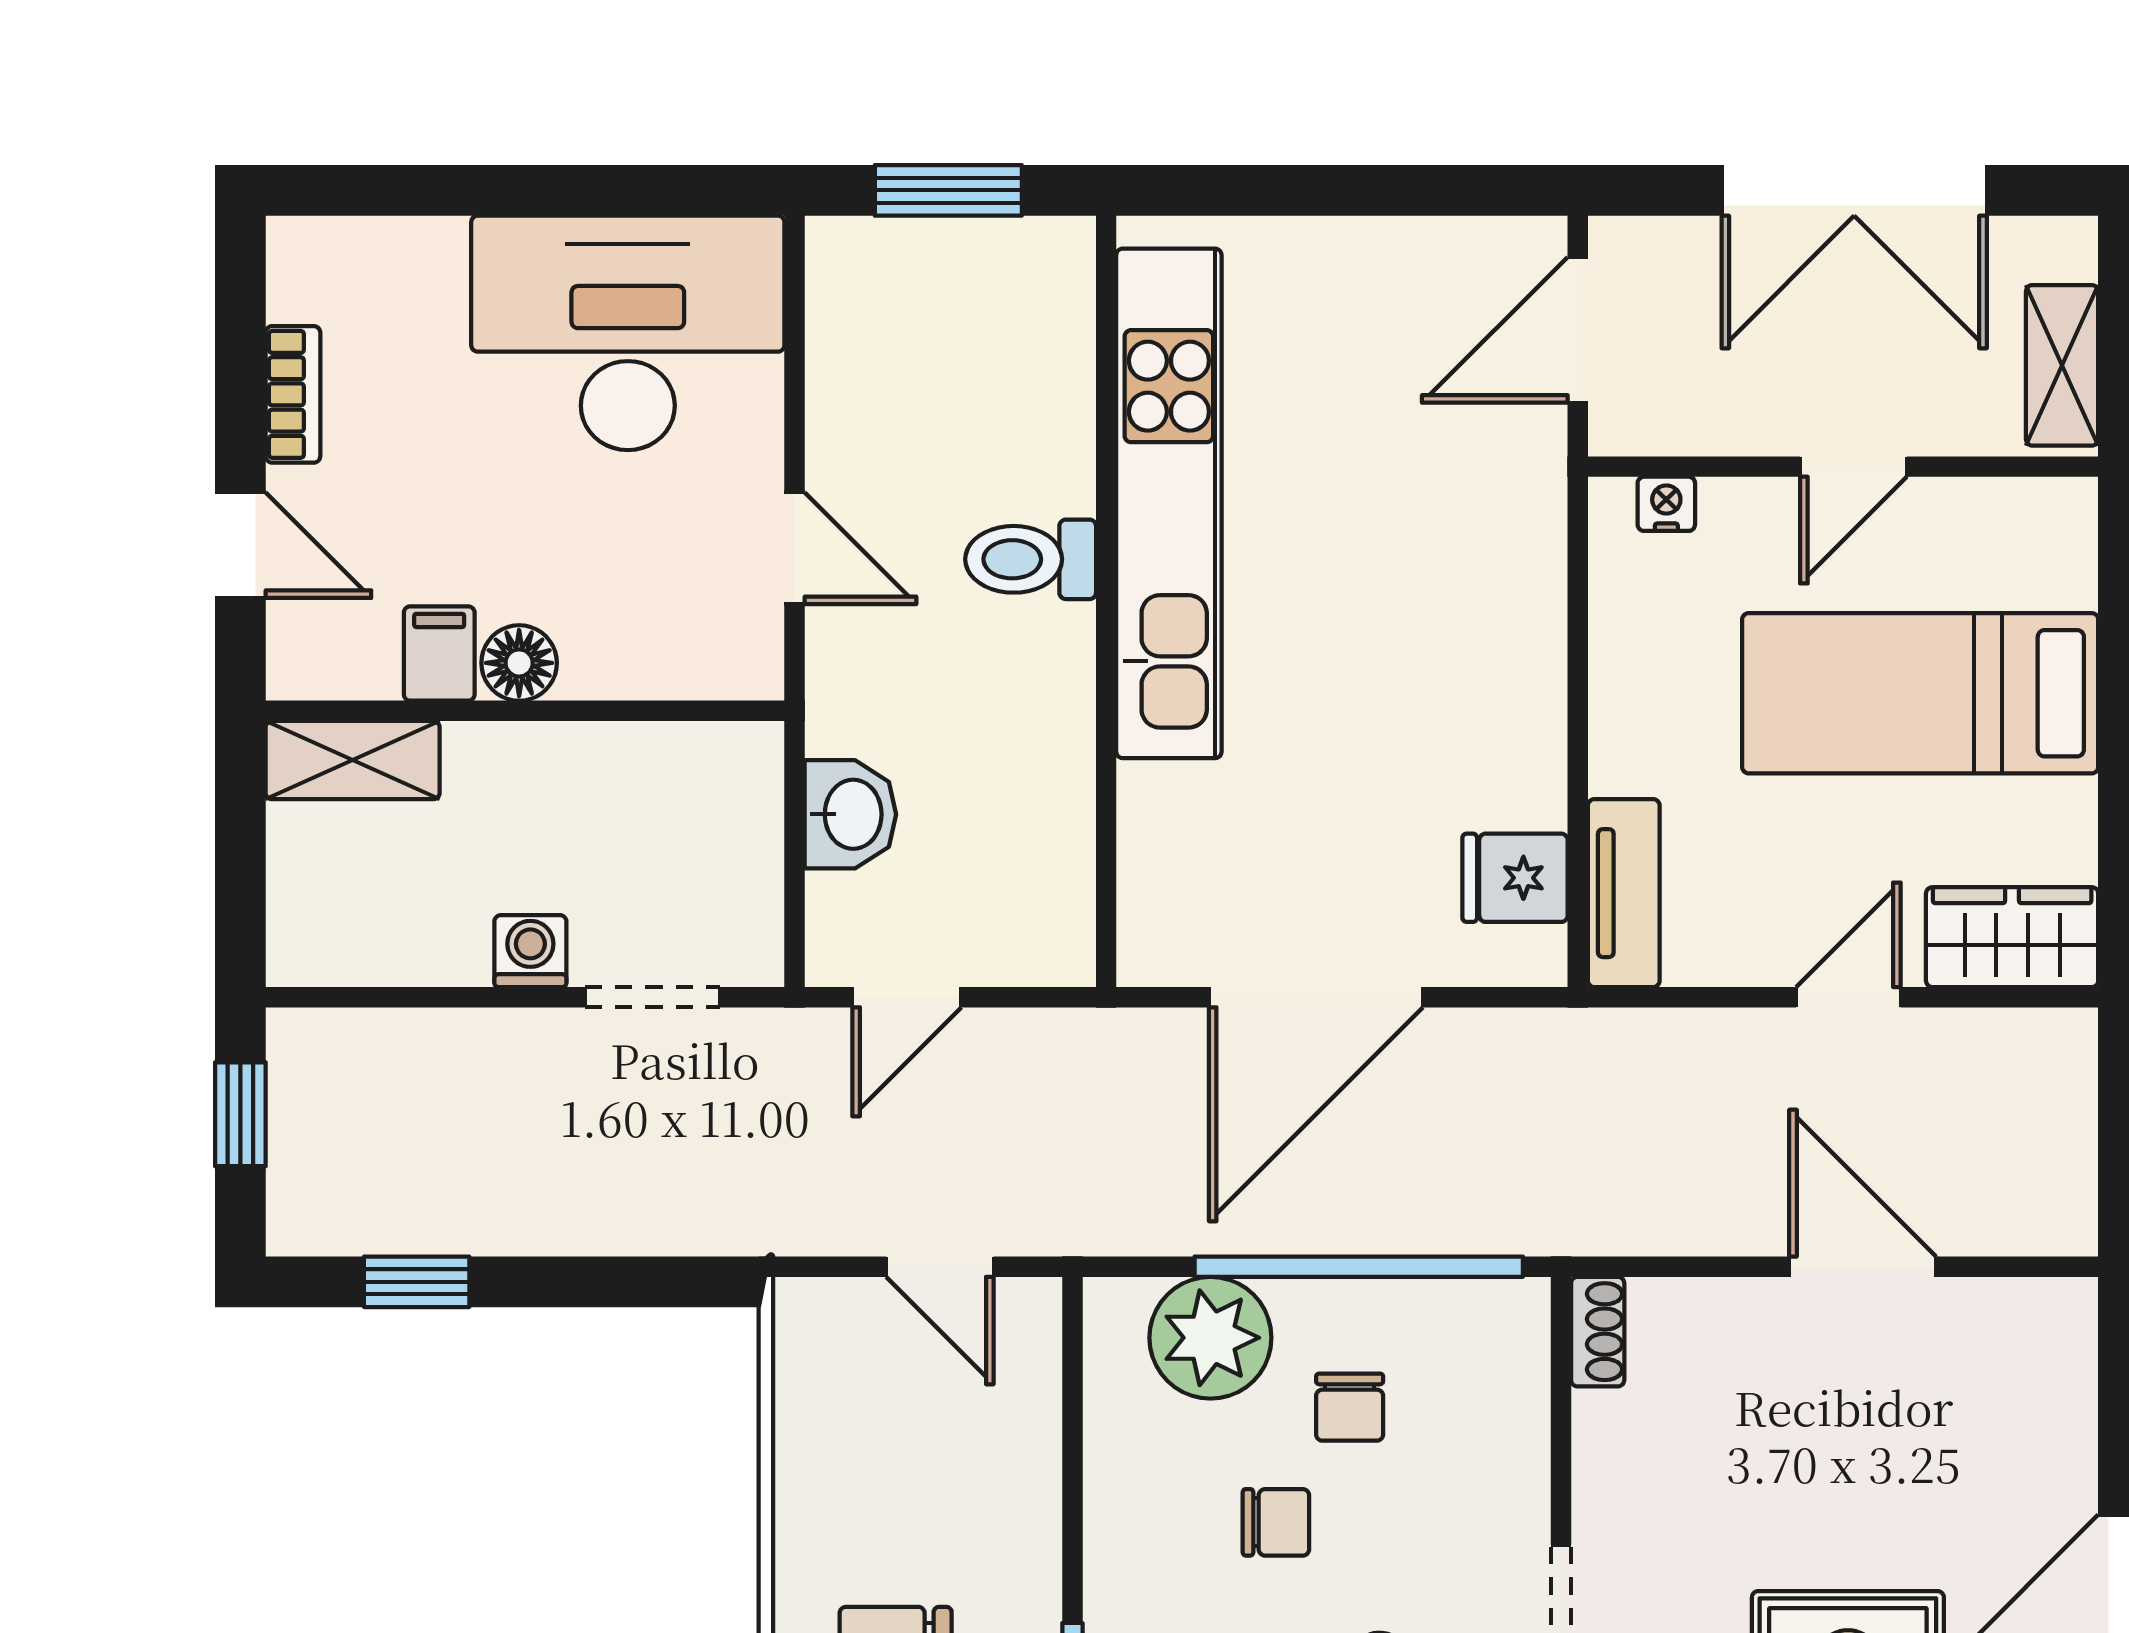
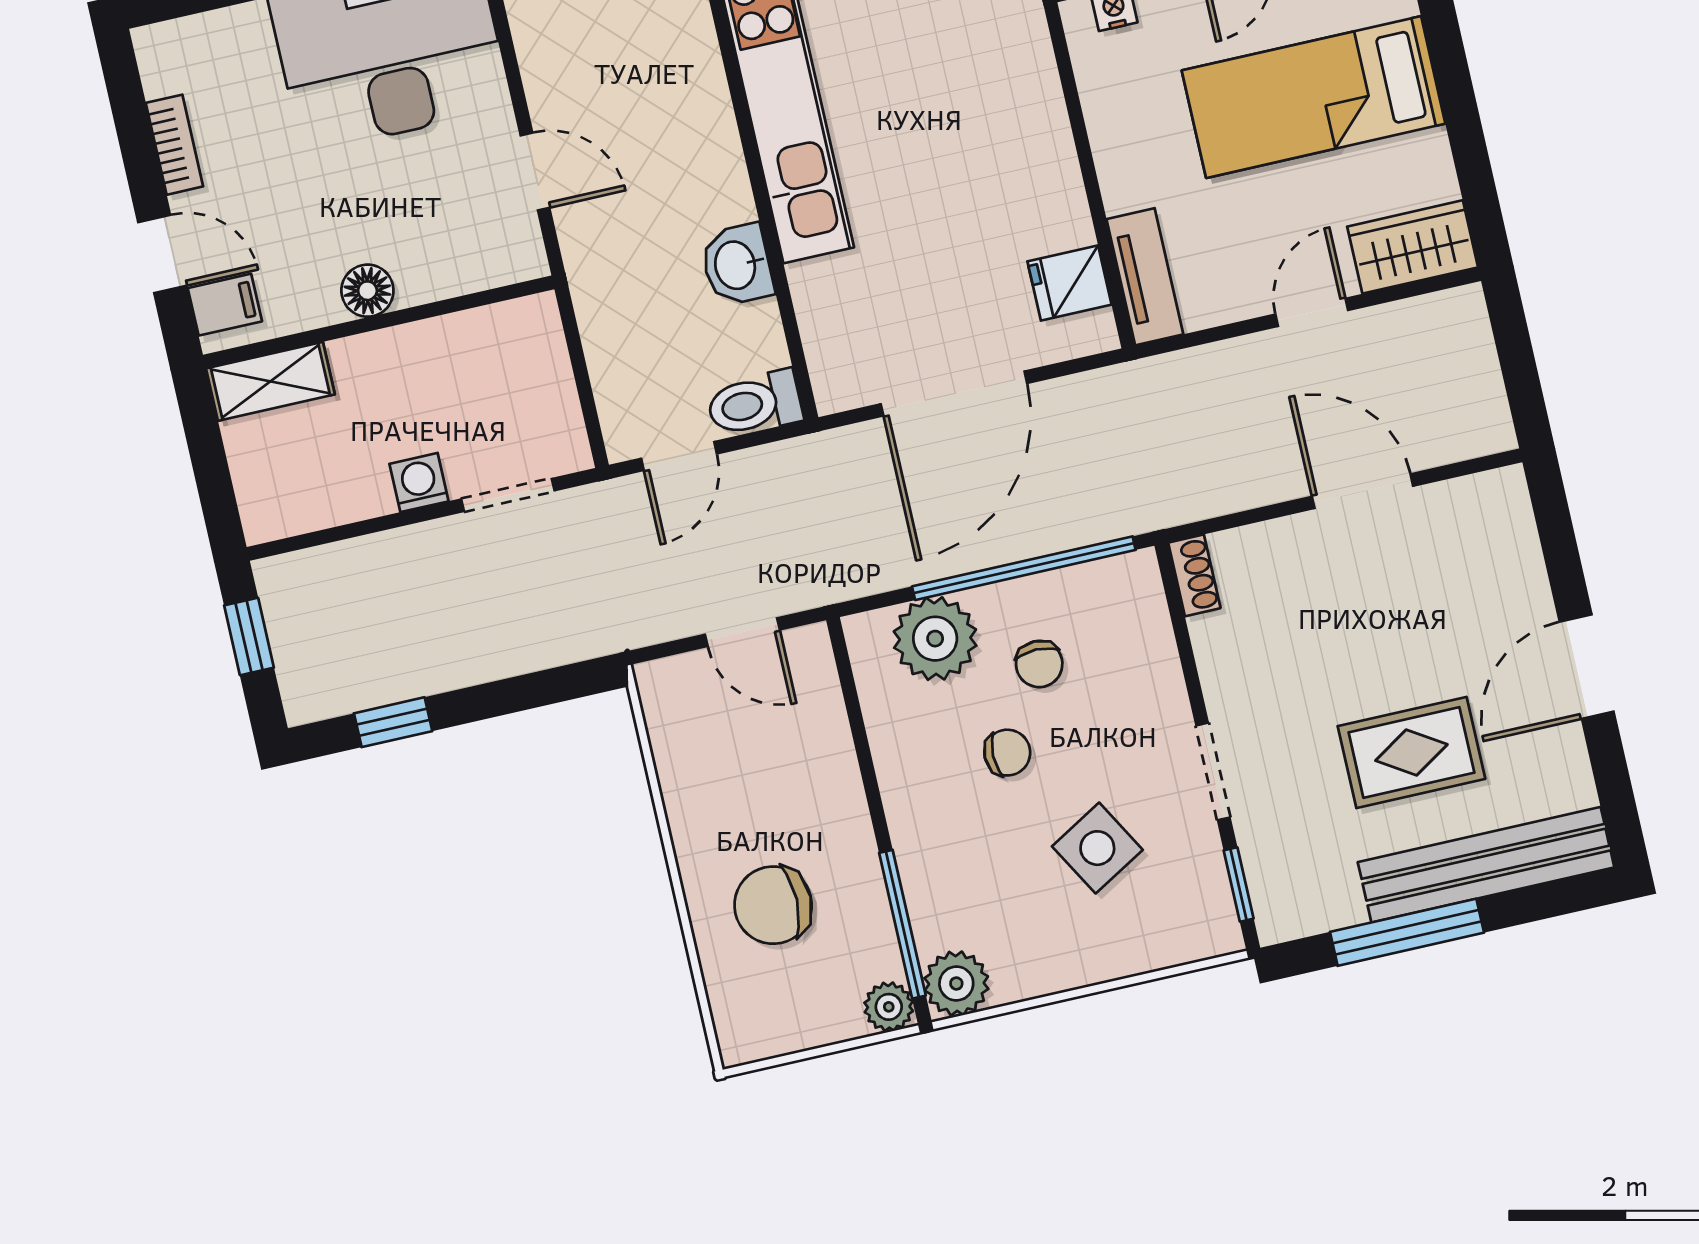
toilet: (1031, 559) -> (755, 404), moved
filing cabinet: (439, 654) -> (225, 305), moved, turned 90
washbasin: (850, 814) -> (737, 265), moved, turned 180

